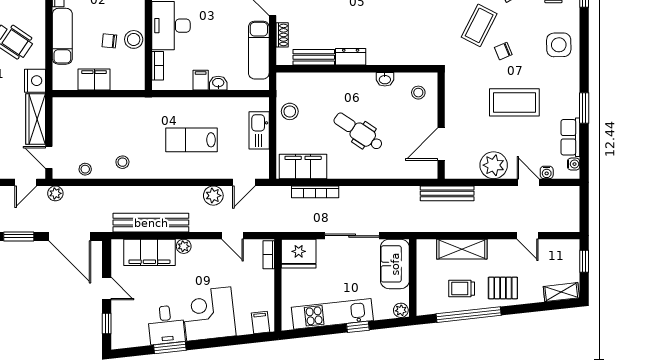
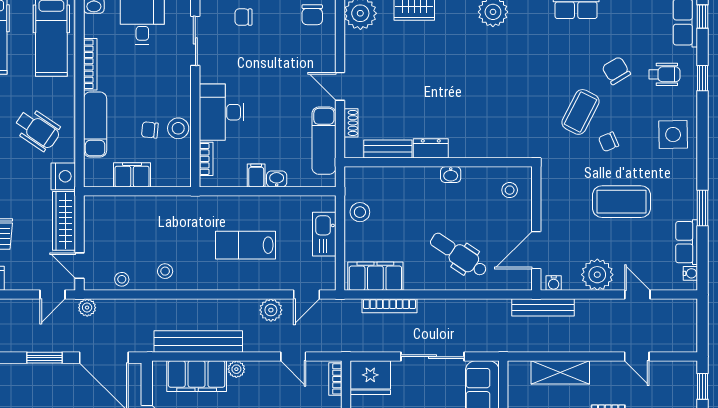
washbasin: (385, 79) -> (451, 175), moved
dental chair: (358, 132) -> (459, 255), moved
water cooler: (547, 172) -> (554, 283), moved

